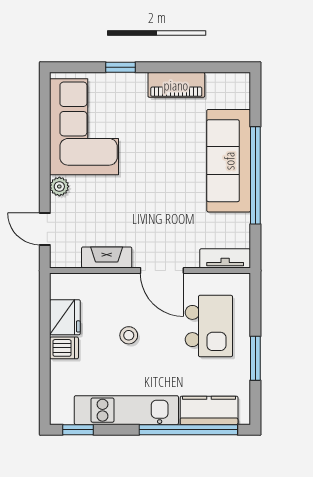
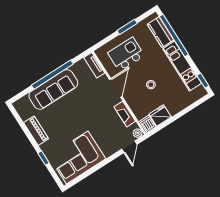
plant: (59, 186) -> (138, 133), moved
dishwasher: (64, 348) -> (148, 124), moved

